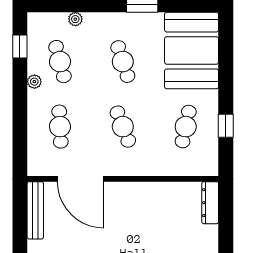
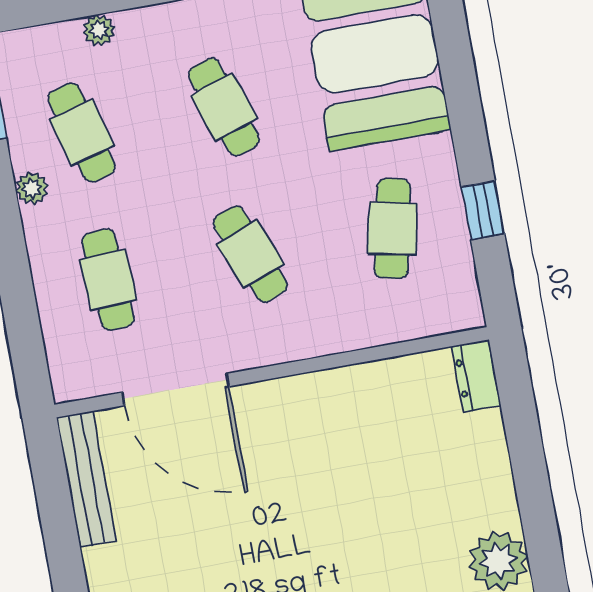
dresser: (210, 203) -> (476, 376), width x0.70

